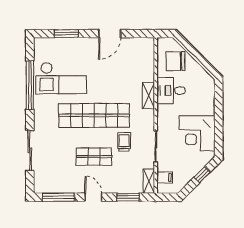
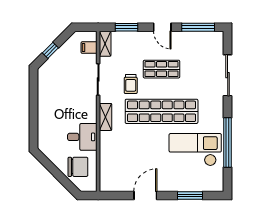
shelving: (148, 96) -> (106, 117), moved
corner desk: (197, 133) -> (56, 93), removed

